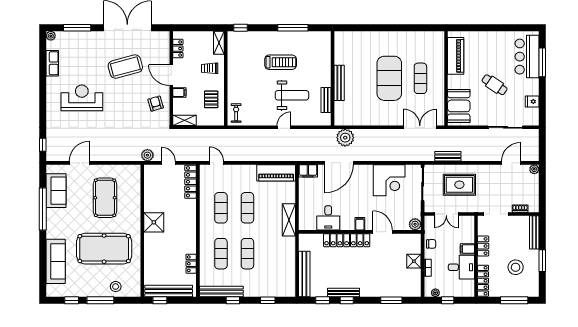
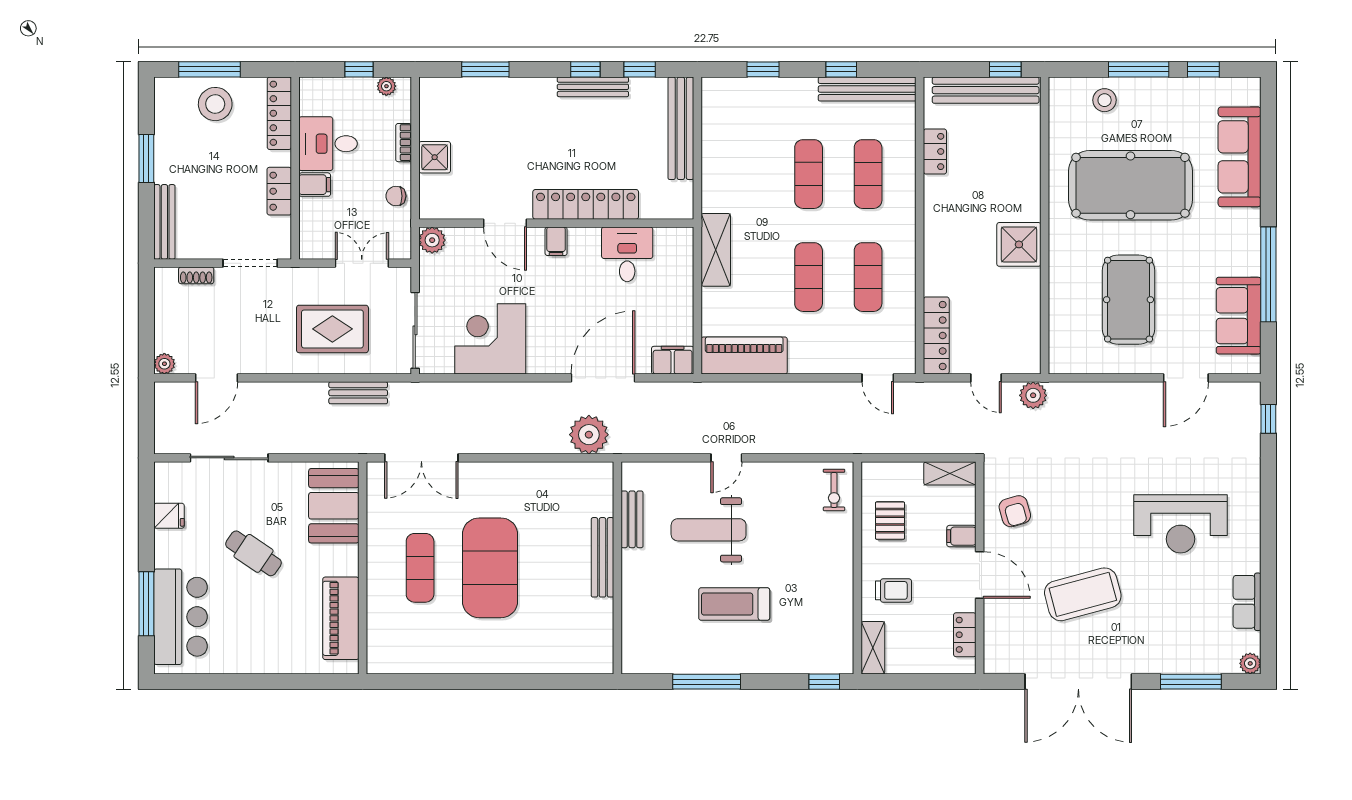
stool: (516, 267) -> (215, 104), moved

